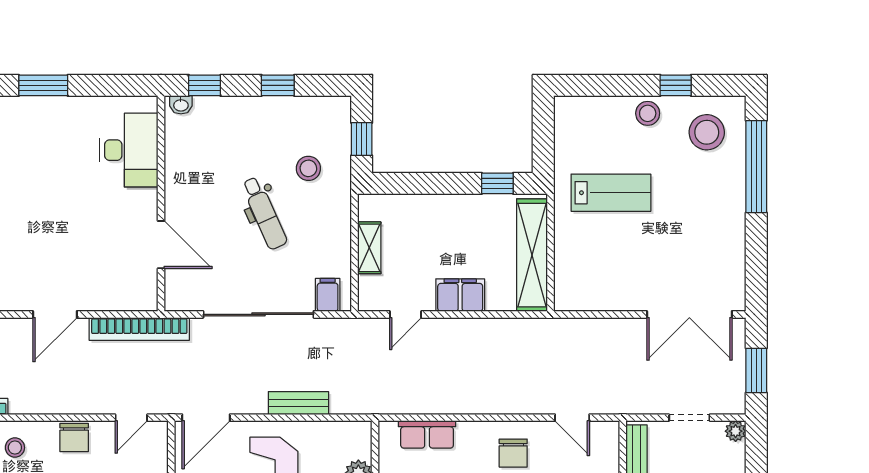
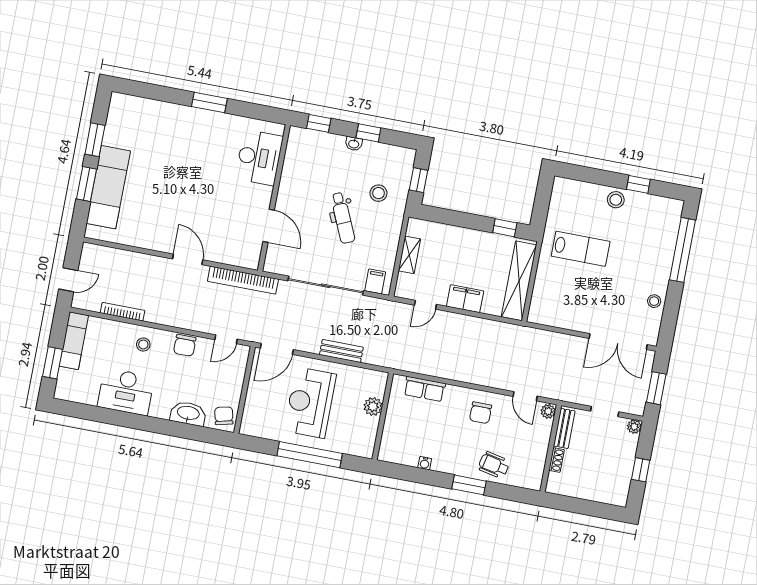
washbasin: (181, 105) -> (354, 144), moved
stool: (707, 132) -> (654, 301), moved, width x0.53, depth x0.53
door: (55, 314) -> (188, 259), swing flipped
plant: (609, 433) -> (548, 411), added

